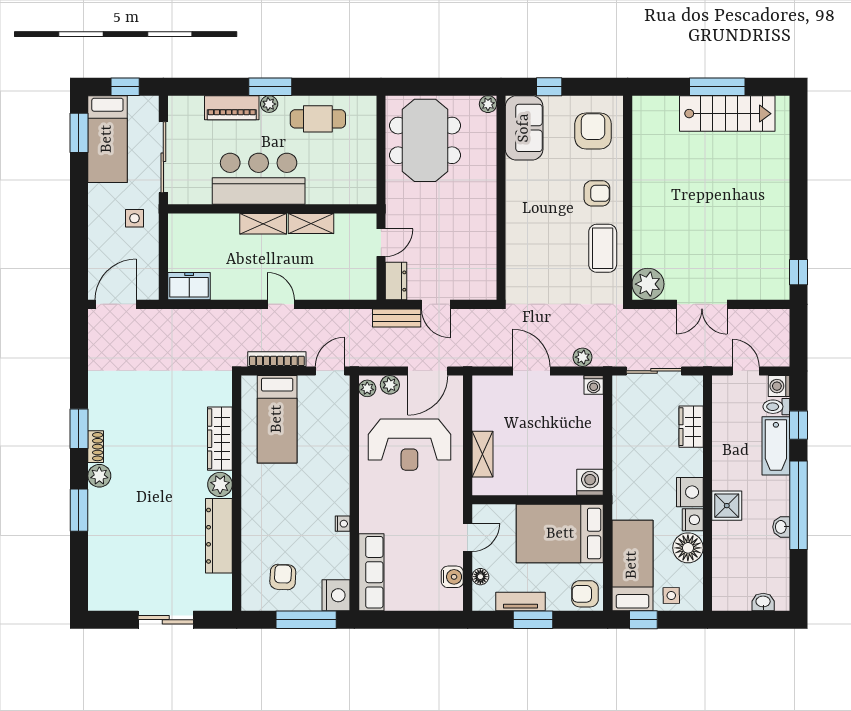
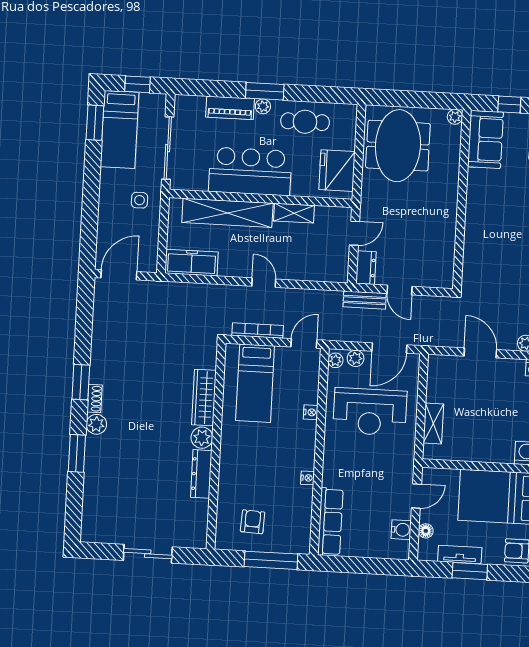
fridge: (357, 172) -> (337, 171), added
shelving: (263, 224) -> (227, 213), width x2.20, depth x1.33
freezer: (189, 286) -> (192, 263), width x1.40
dresser: (219, 536) -> (201, 474), width x0.73, depth x0.80
nightstand: (336, 595) -> (311, 412), moved, width x0.53, depth x0.56

